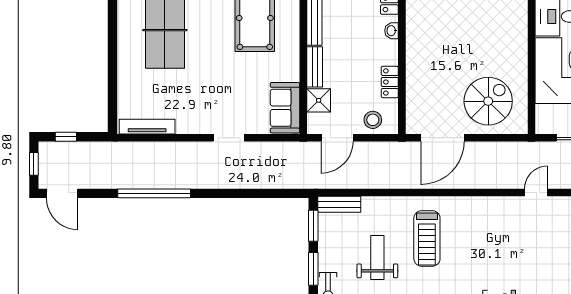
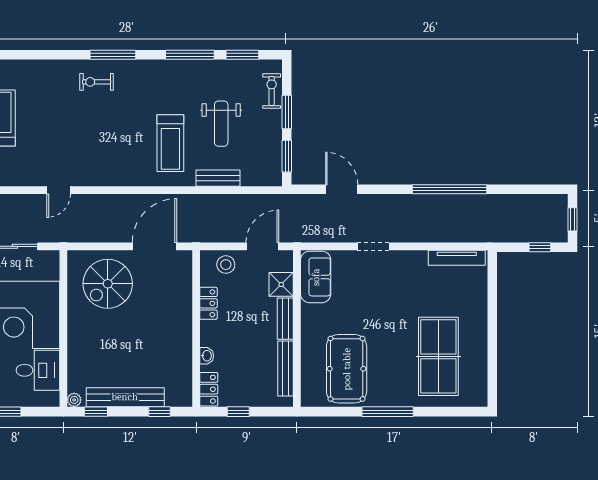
door: (62, 193) -> (342, 189), moved
bench: (339, 204) -> (218, 178), moved
treadmill: (427, 238) -> (170, 143), turned 180

